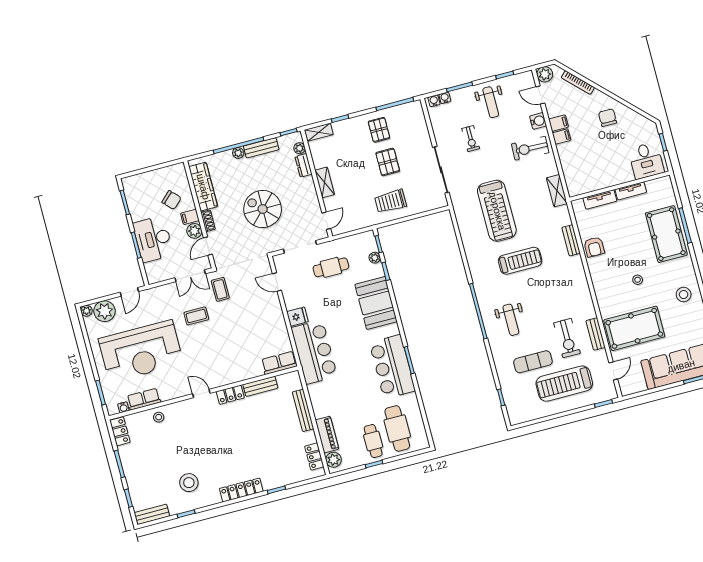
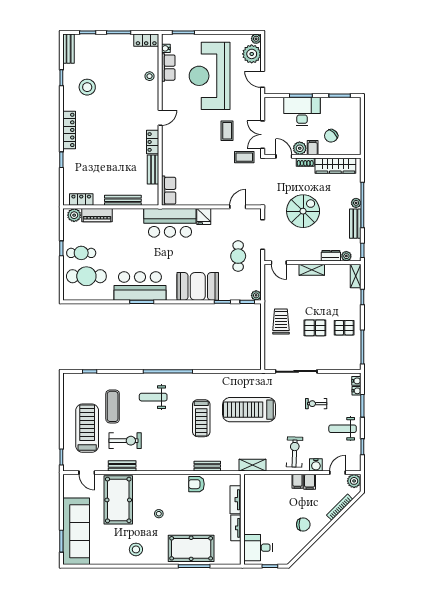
plant: (375, 258) -> (256, 295), moved
exercise bike: (567, 338) -> (125, 441), turned 180

